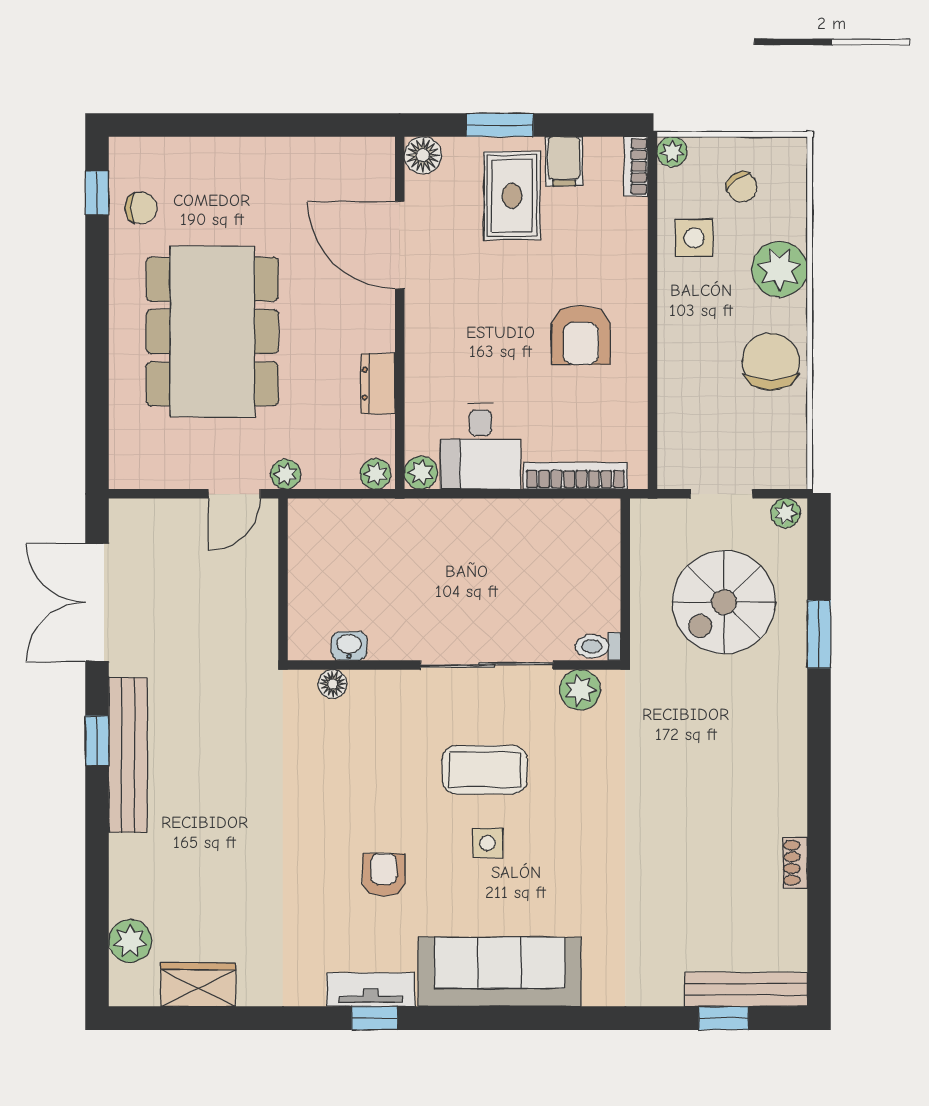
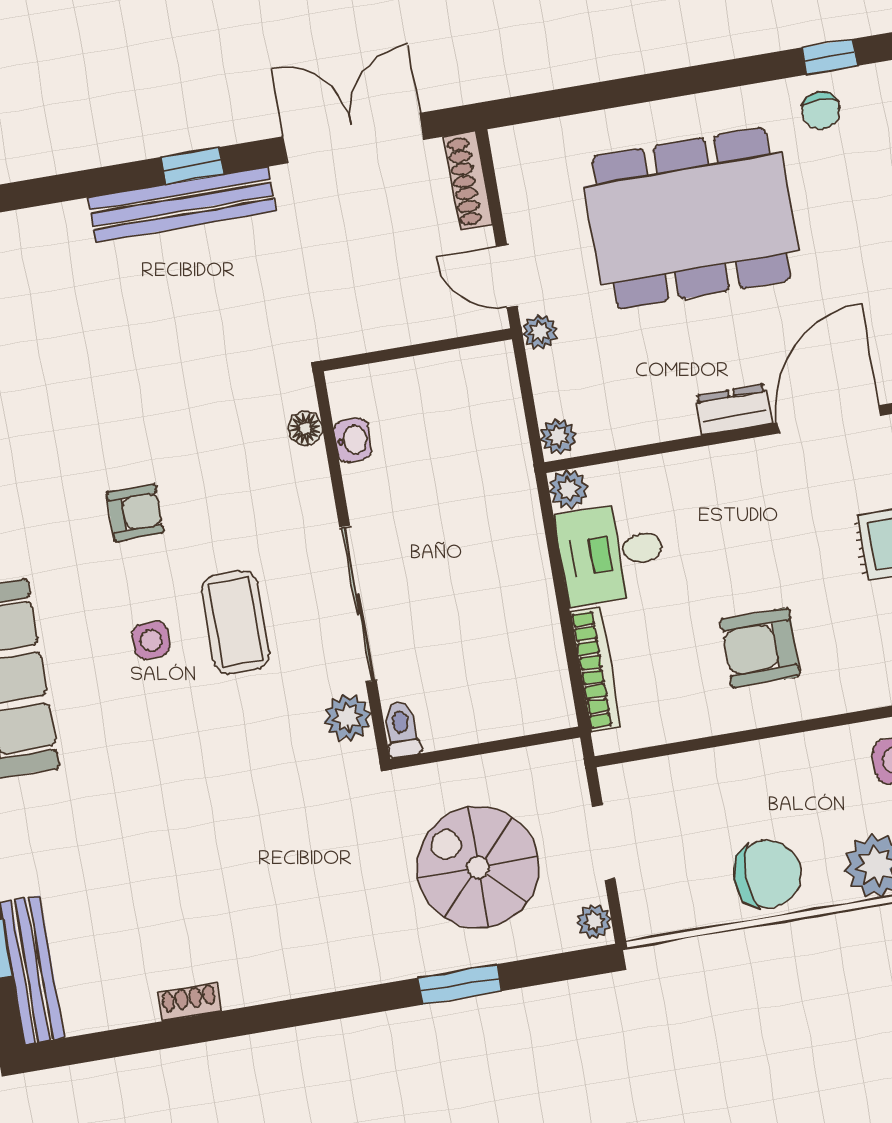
dresser: (378, 384) -> (734, 410), moved
shoe rack: (149, 512) -> (469, 181), added
armchair: (384, 875) -> (135, 513), moved

